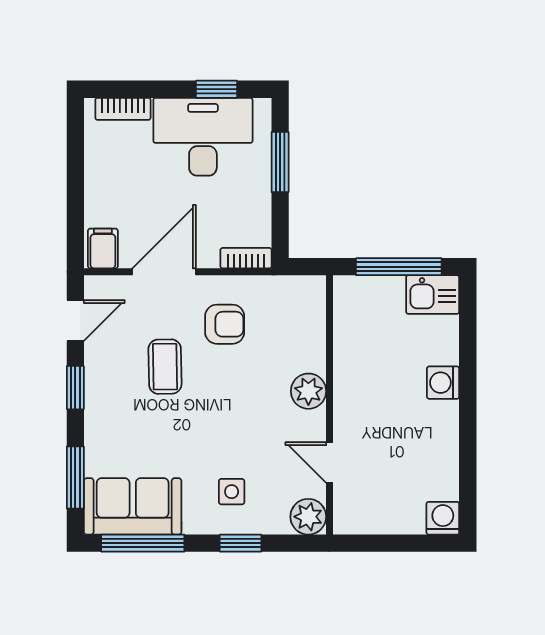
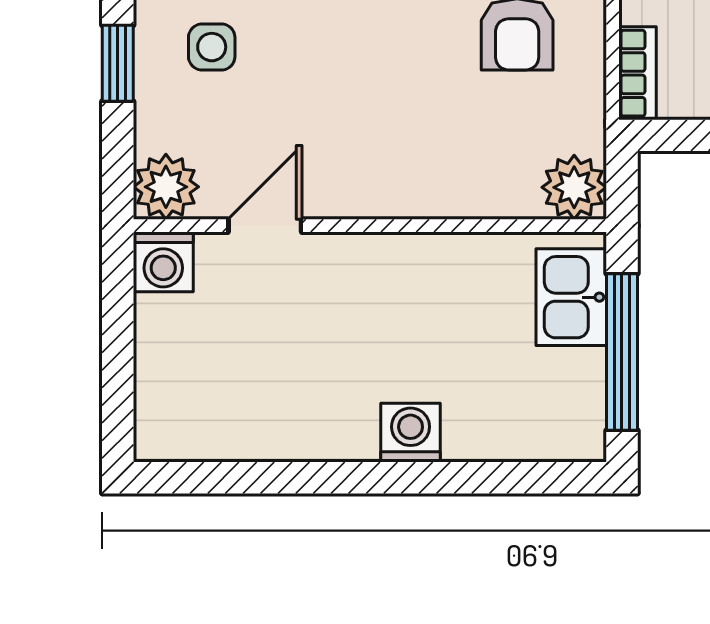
kitchen sink: (433, 295) -> (571, 297), moved
plant: (308, 391) -> (574, 187), moved
washing machine: (443, 518) -> (163, 262), moved, turned 90

